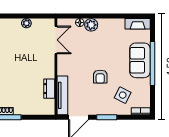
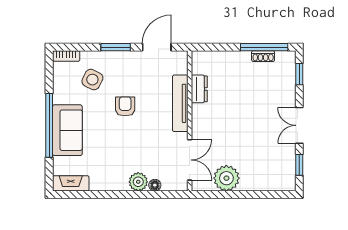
plant: (26, 23) -> (226, 178), width x1.87, depth x1.87
double door: (56, 40) -> (190, 160), swing flipped
tv unit: (62, 95) -> (180, 103), moved

